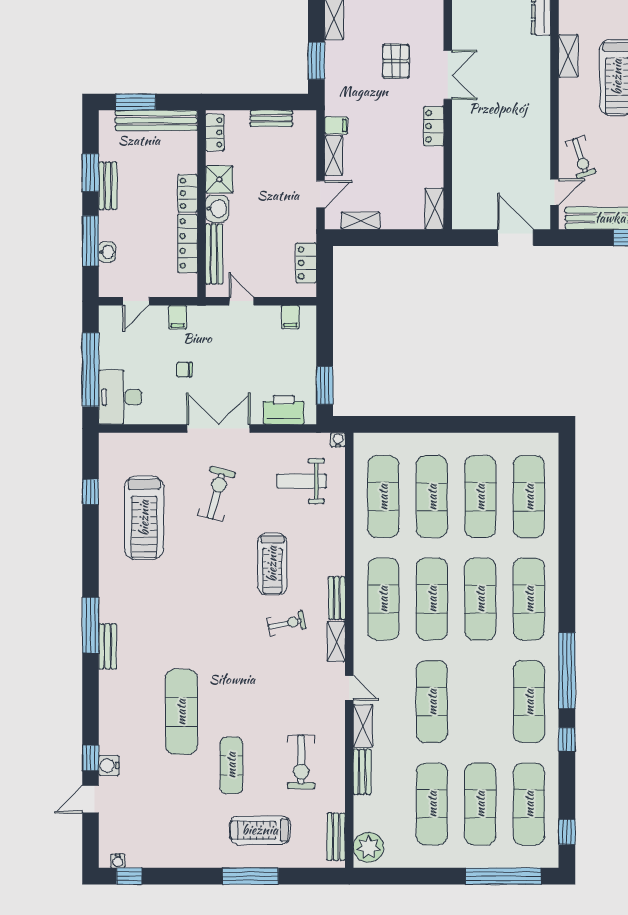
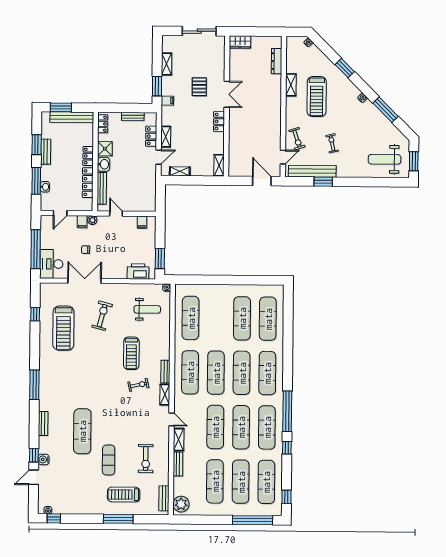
filing cabinet: (336, 125) -> (167, 101), moved
locker: (306, 263) -> (151, 136), moved
plant: (197, 314) -> (92, 220), added
double door: (218, 429) -> (85, 281), moved
weight bench: (301, 481) -> (147, 309), turned 180
exercise mat: (432, 497) -> (241, 427), moved
bench: (107, 646) -> (43, 423), moved

